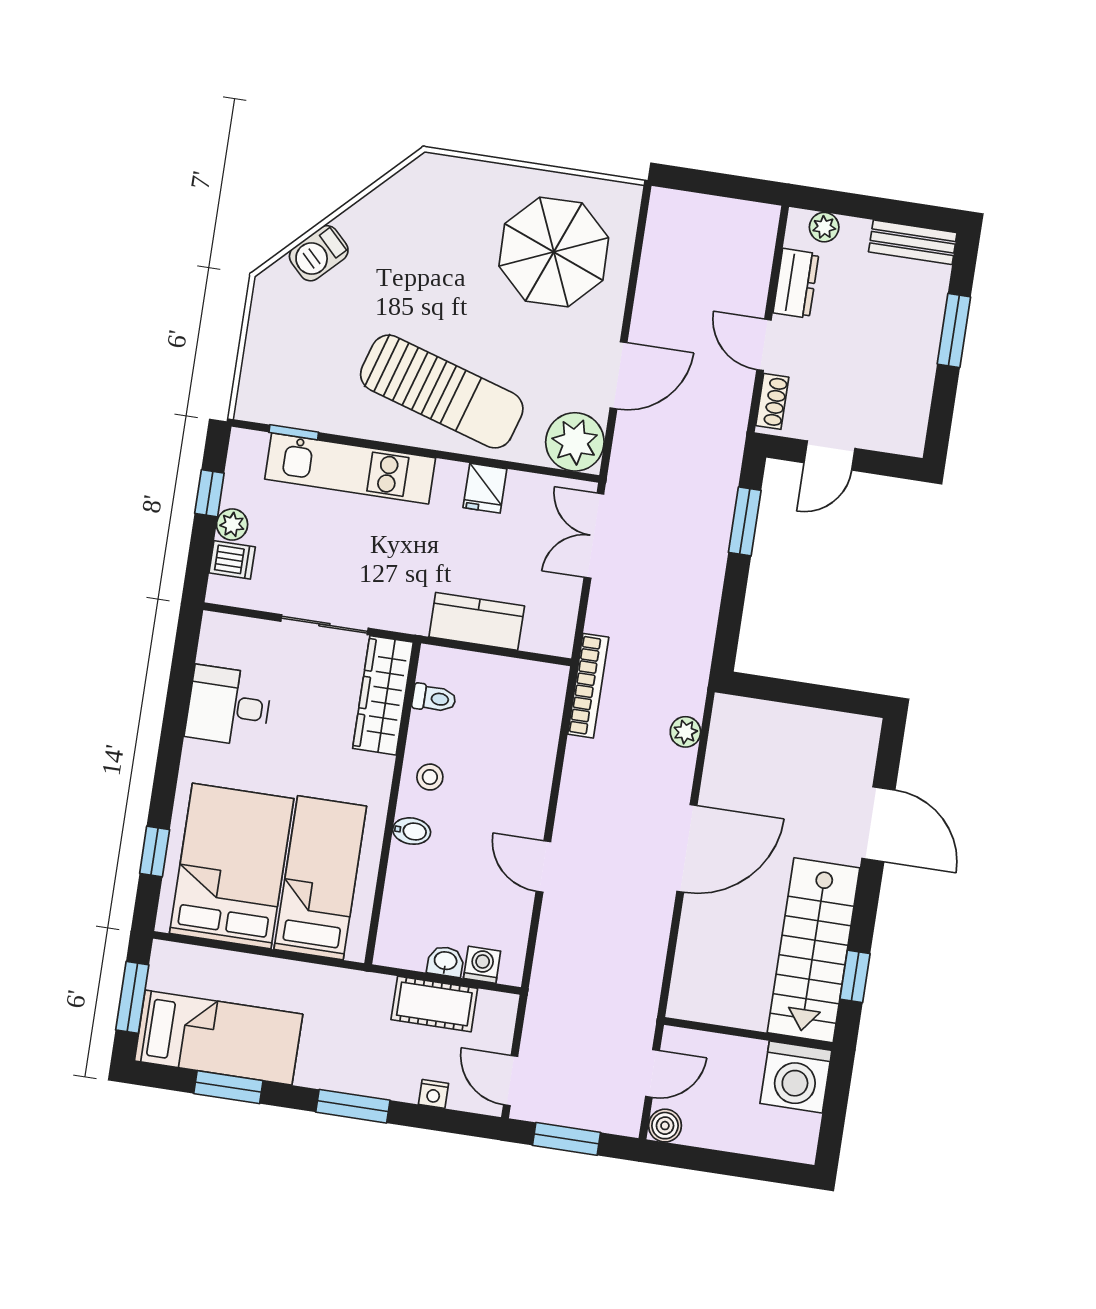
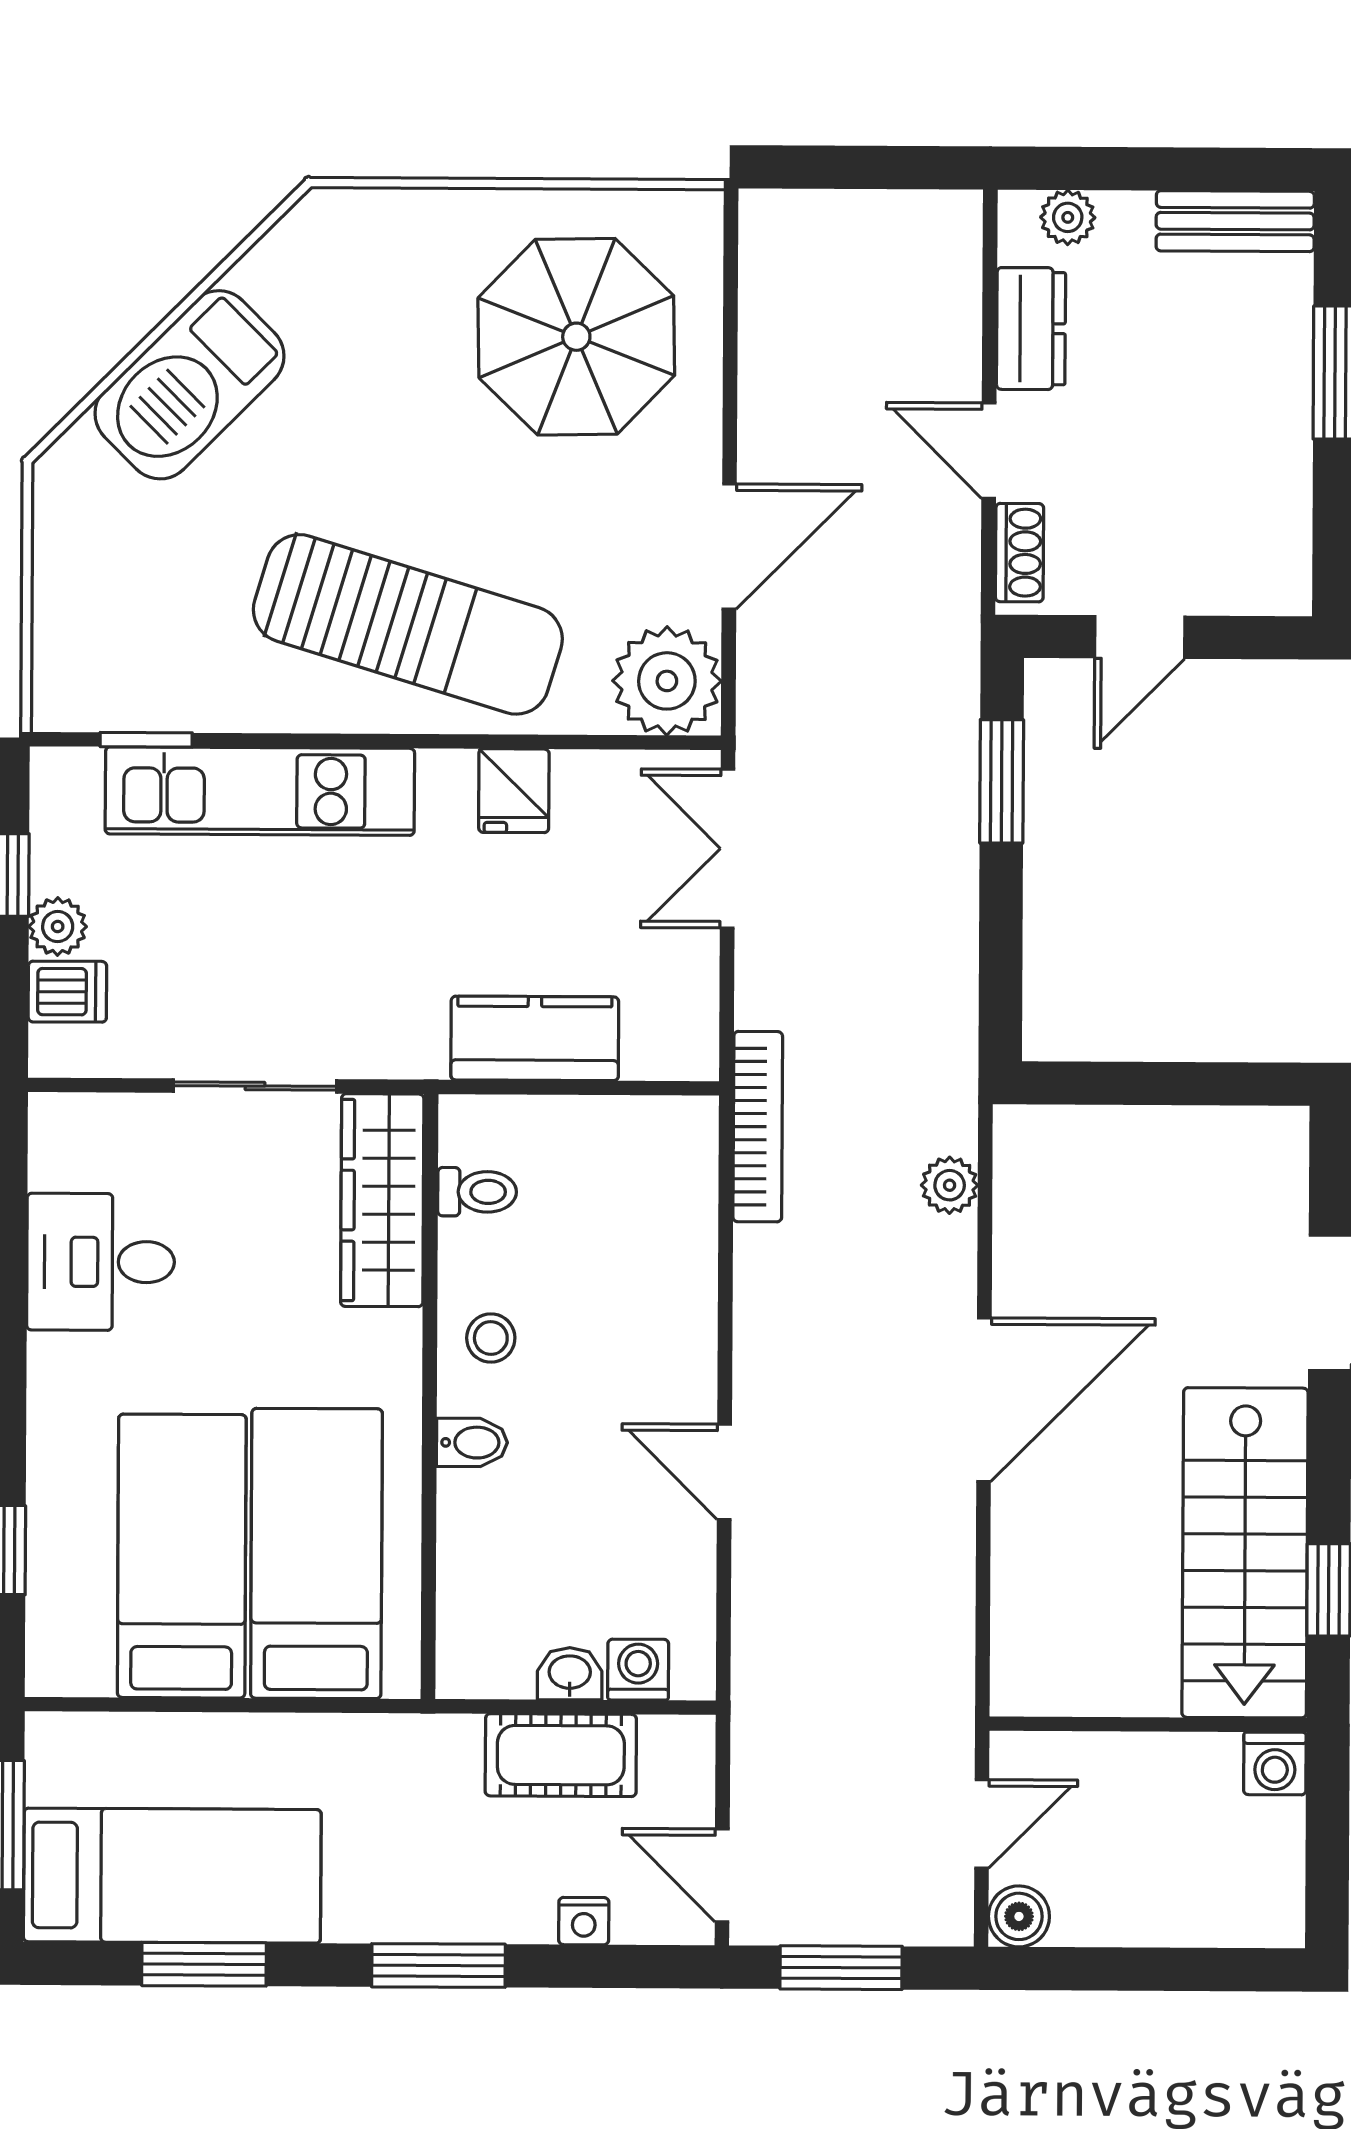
barbecue: (319, 253) -> (189, 385), width x1.88, depth x1.53
bed: (232, 866) -> (182, 1556), width x0.67
washing machine: (796, 1077) -> (1275, 1763), width x0.53, depth x0.53

